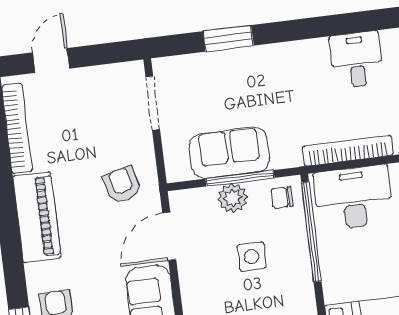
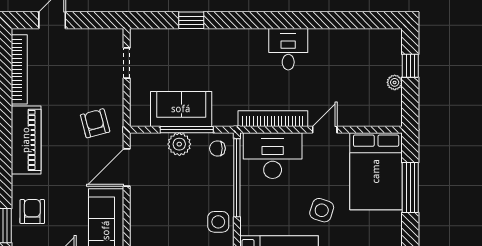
window: (228, 38) -> (191, 20), width x0.67
doorway: (153, 103) -> (127, 63), width x0.73
side table: (252, 256) -> (218, 222), moved

